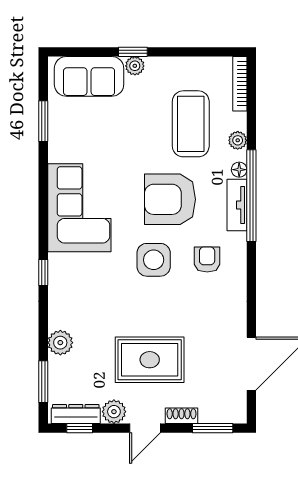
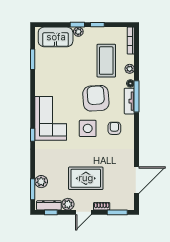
window: (173, 52) -> (97, 25), added
window: (251, 196) -> (137, 96), width x0.68
armchair: (170, 199) -> (96, 98), turned 86
corner sofa: (79, 208) -> (51, 118), moved
plant: (60, 343) -> (41, 182), moved

